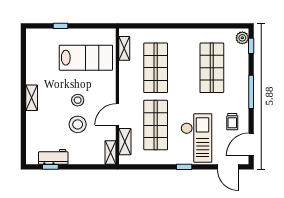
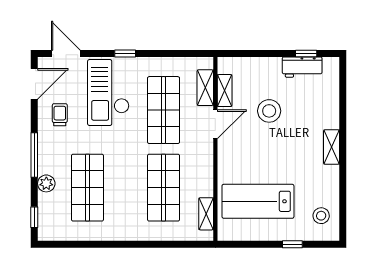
plant: (242, 38) -> (46, 183), moved
stool: (78, 100) -> (321, 216), moved
shelving: (111, 152) -> (225, 91), moved

